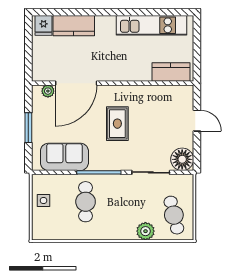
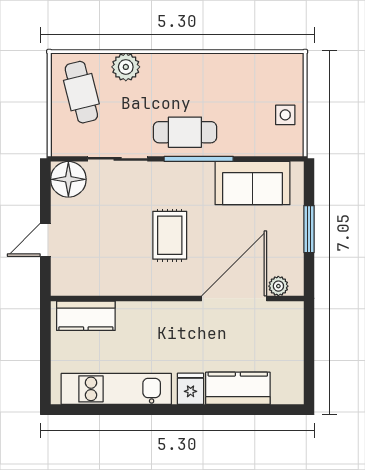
fridge: (44, 25) -> (191, 389), moved
door: (197, 121) -> (45, 240), hinge flipped
cafe table: (86, 202) -> (185, 132), moved, turned 90

